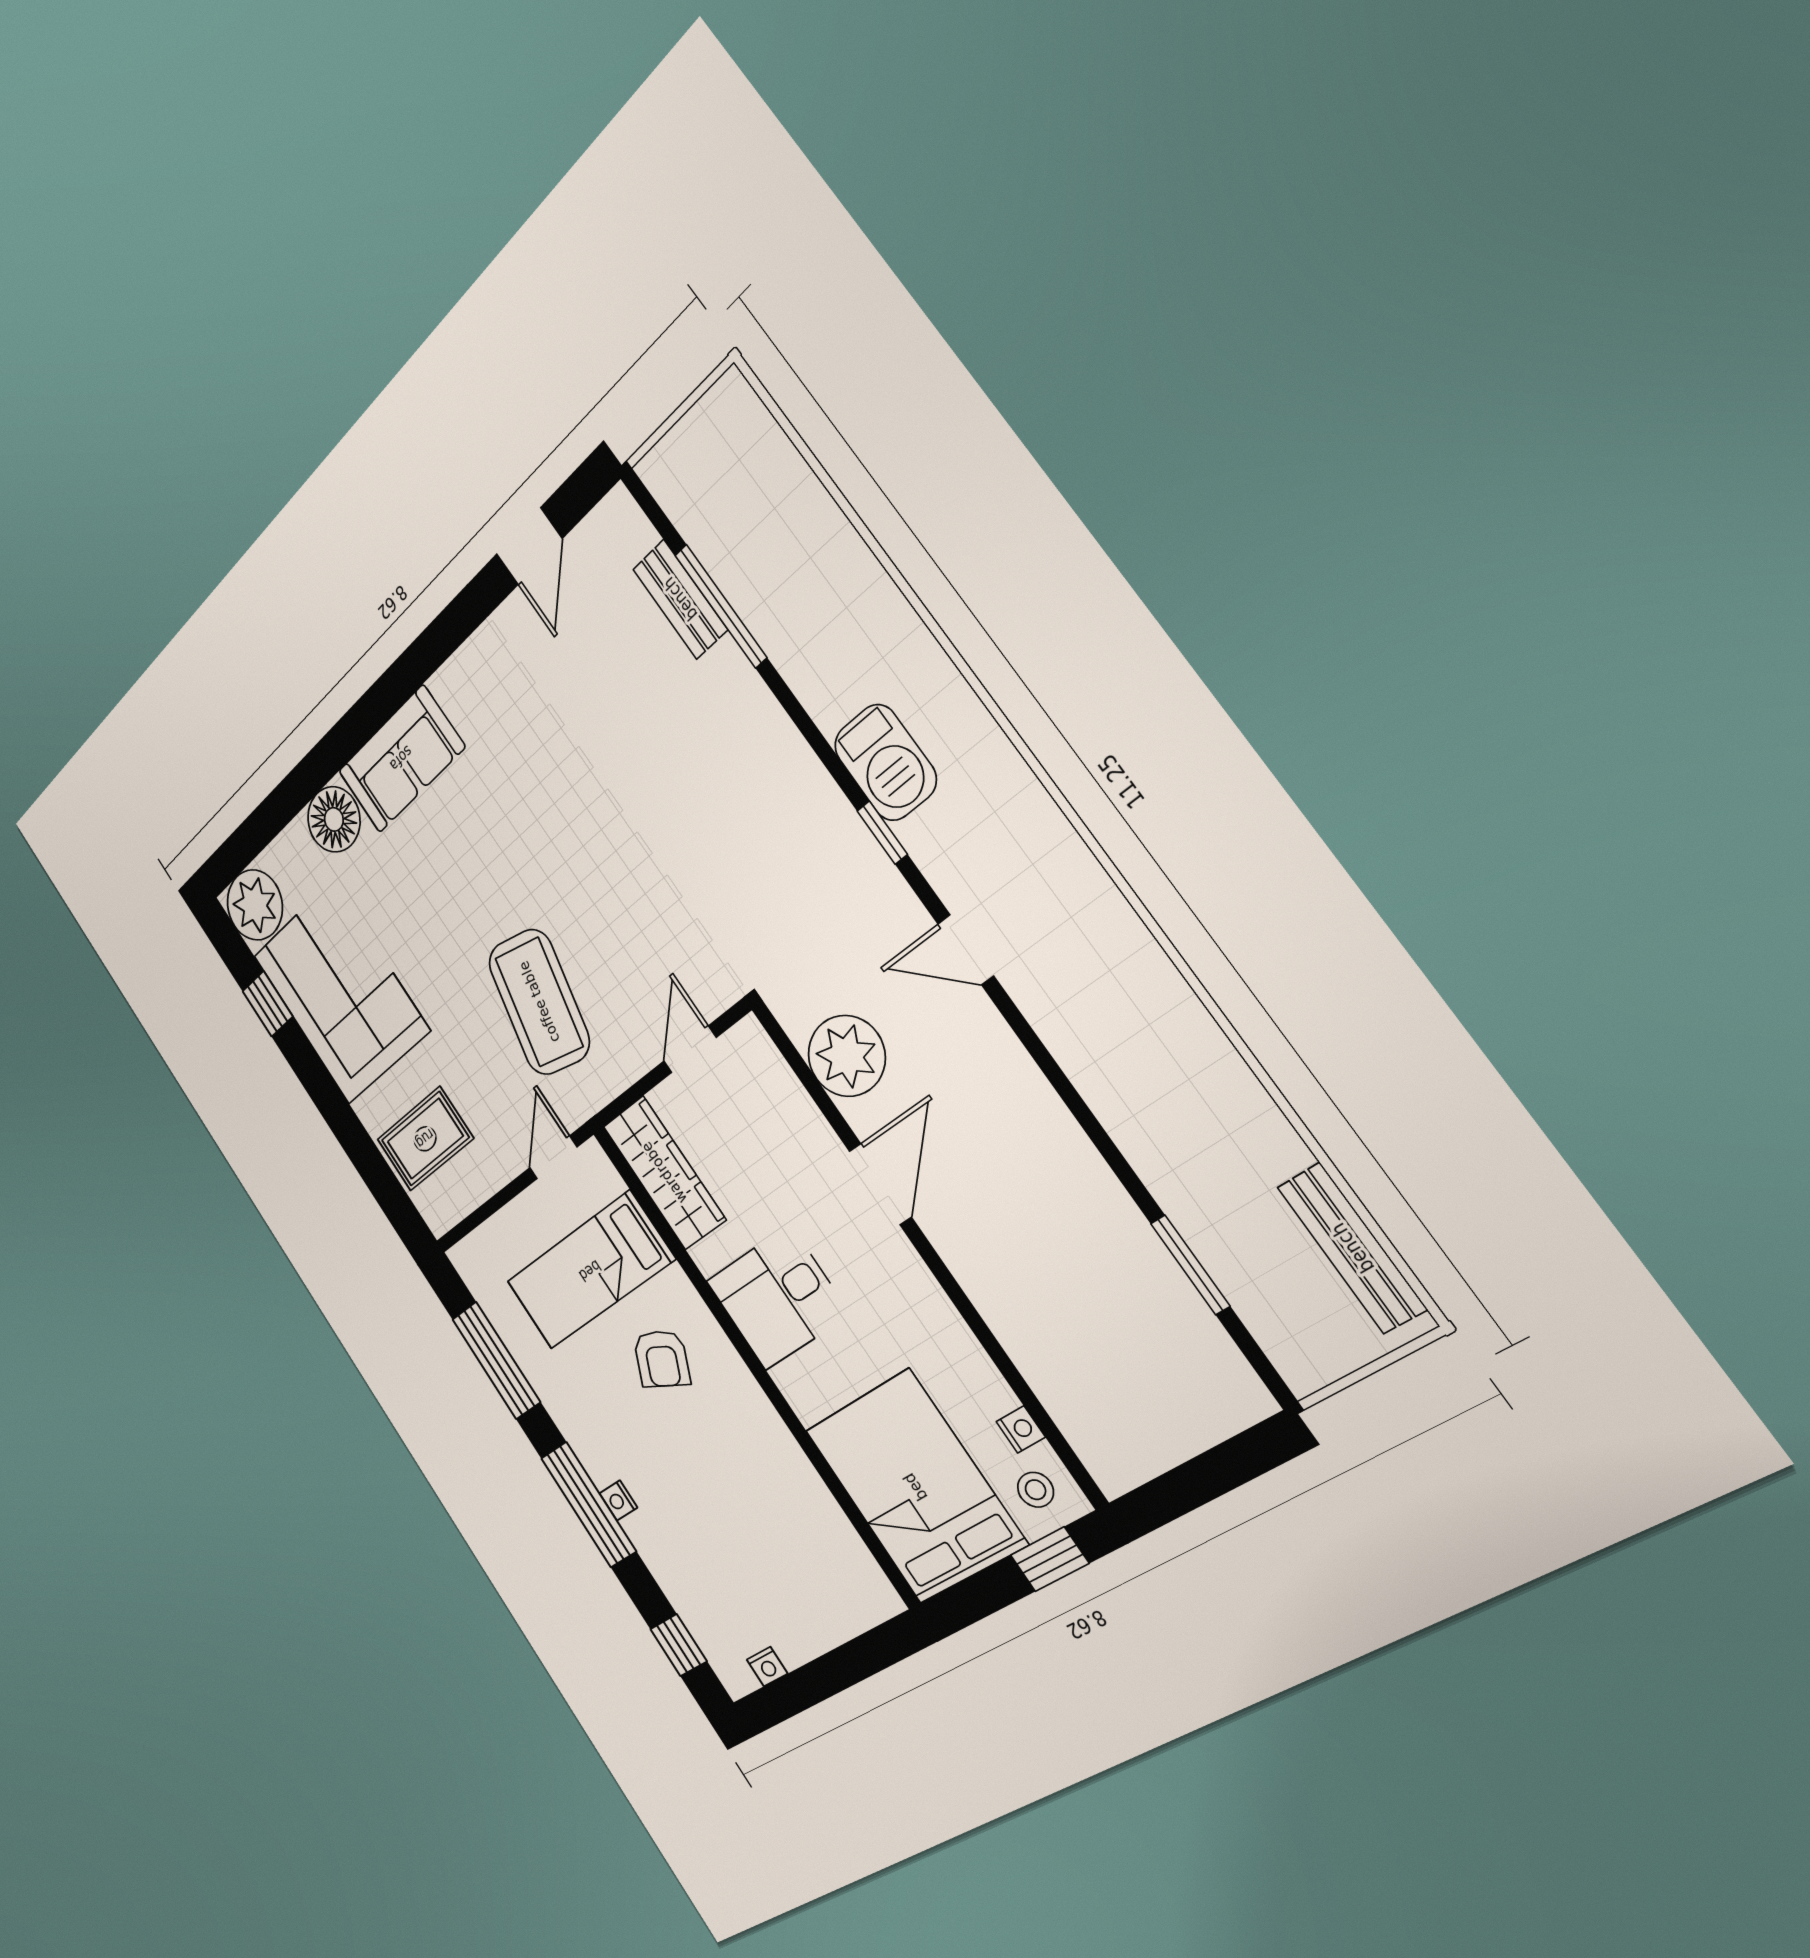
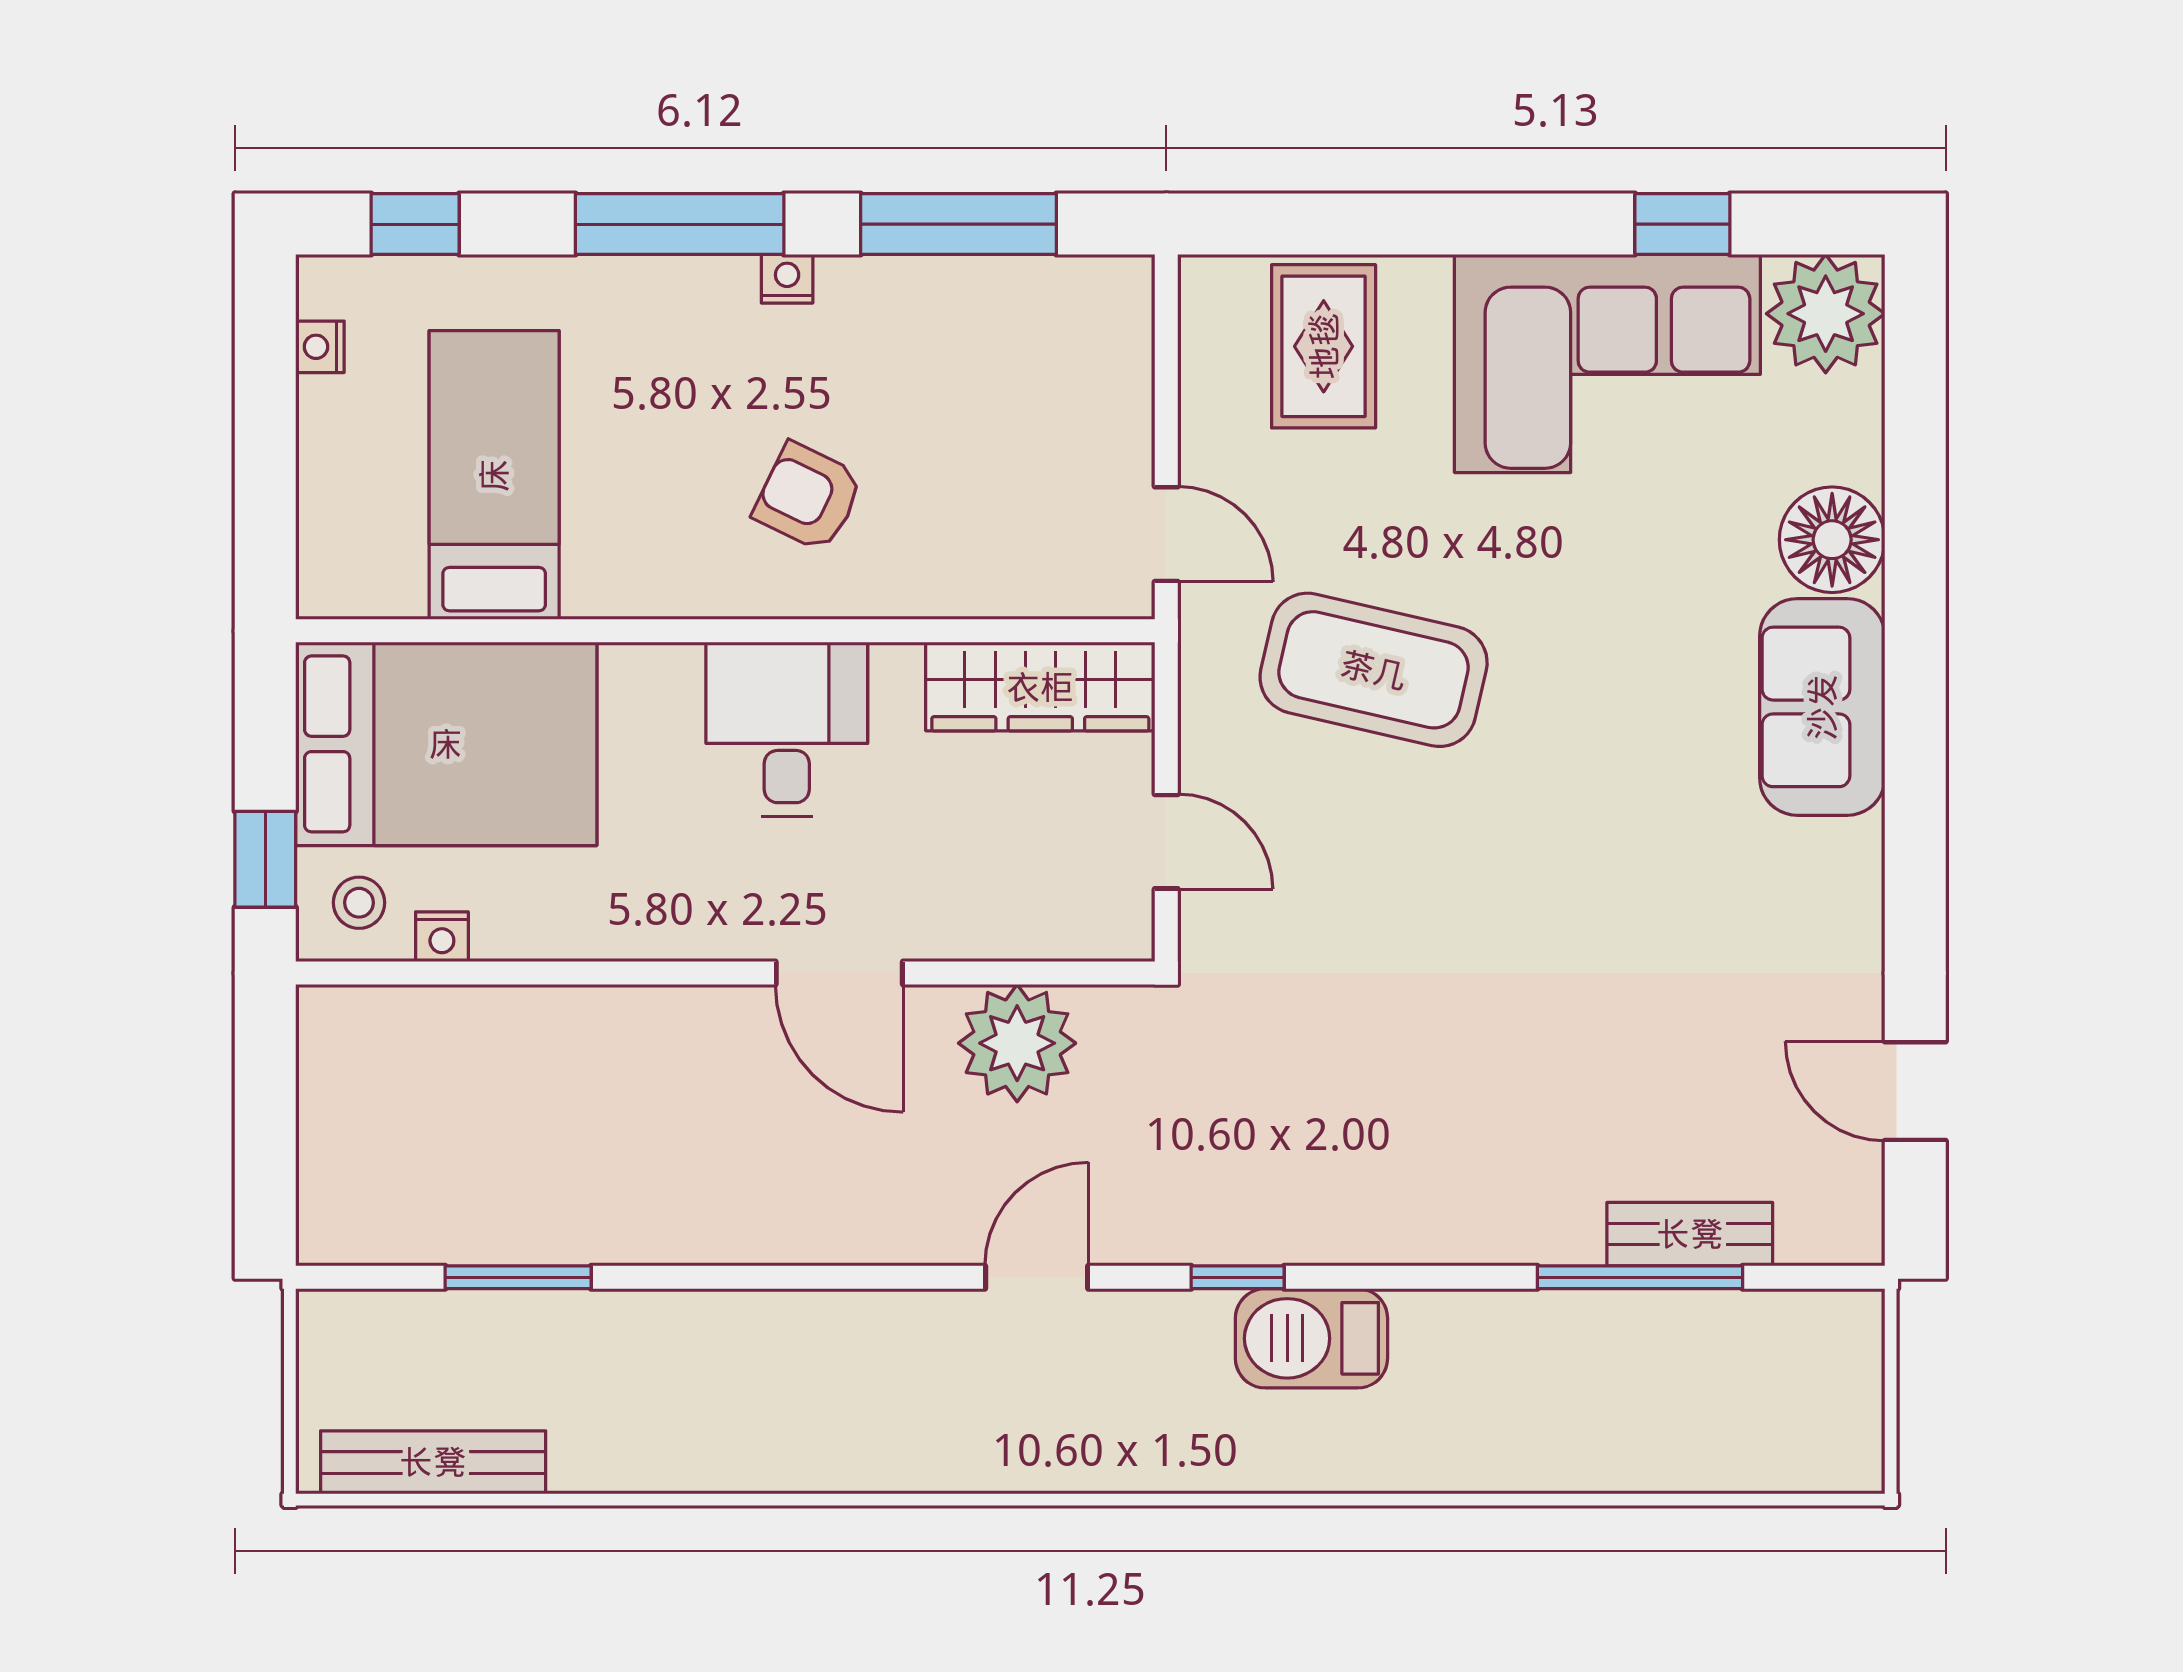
bed: (590, 1271) -> (494, 475), moved
nightstand: (618, 1500) -> (787, 279), moved

